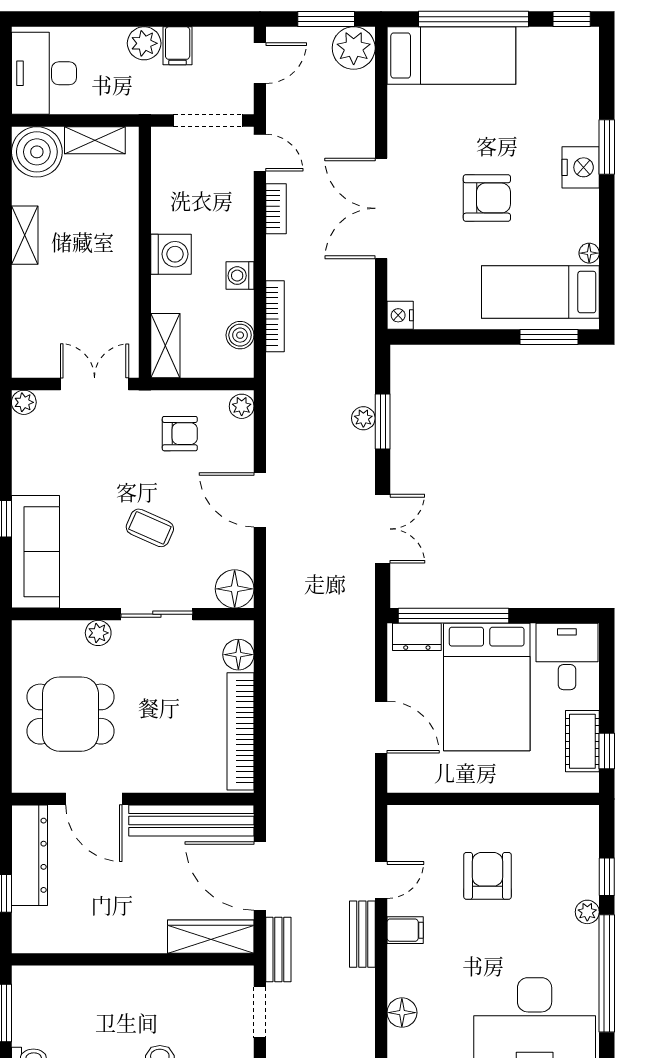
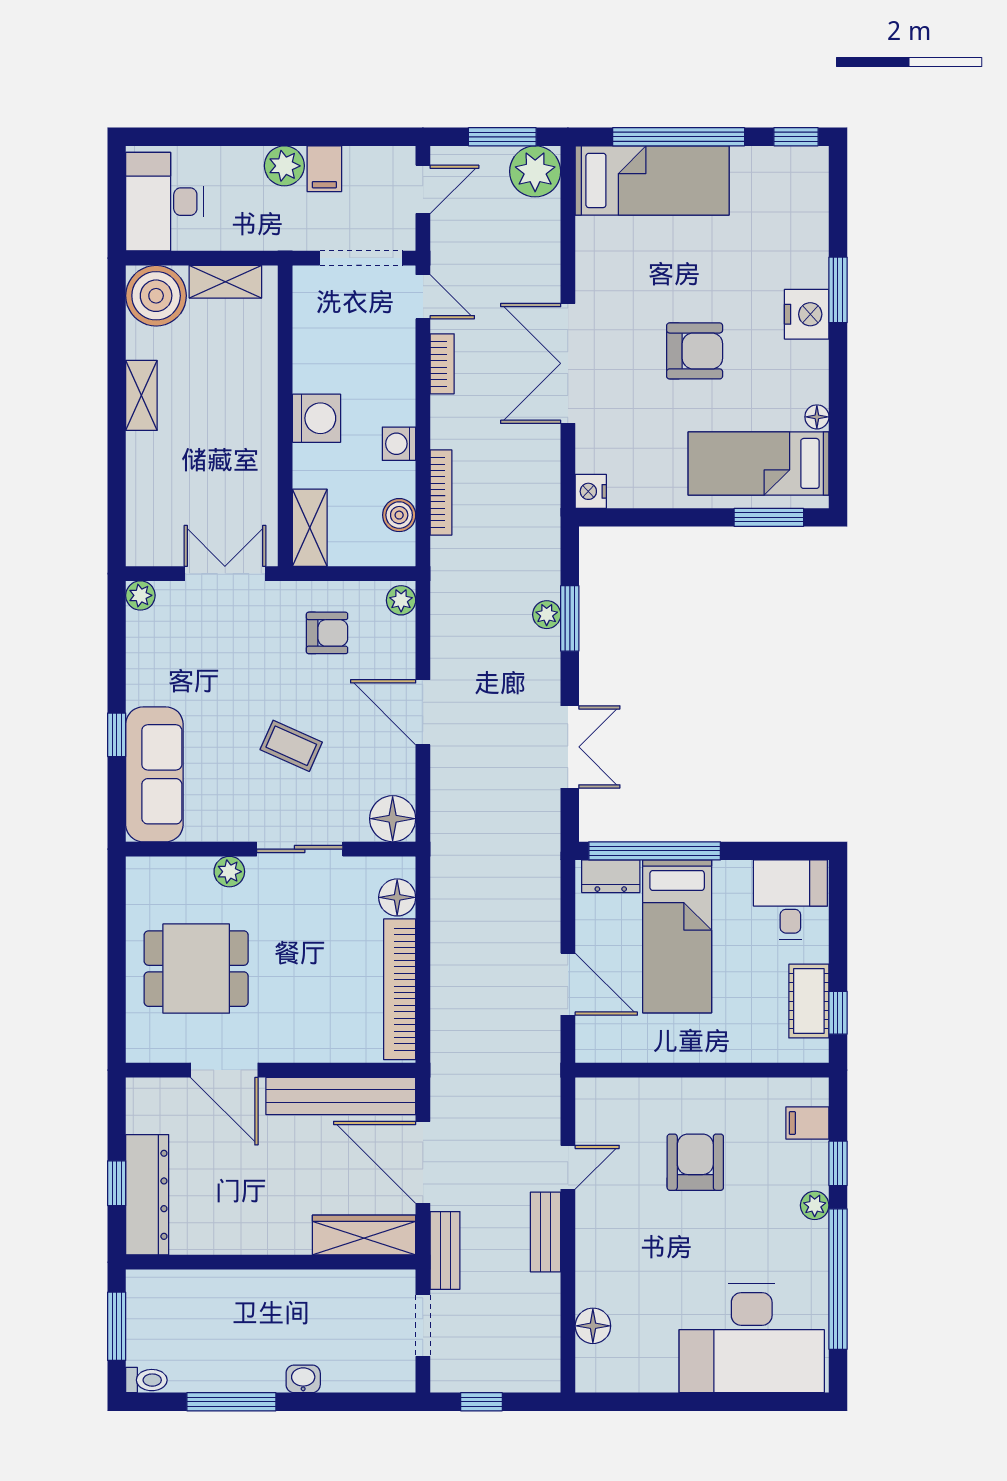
bed: (487, 687) -> (677, 936), width x0.67
dresser: (30, 855) -> (147, 1195), moved
filing cabinet: (405, 930) -> (807, 1123), moved, turned 180

